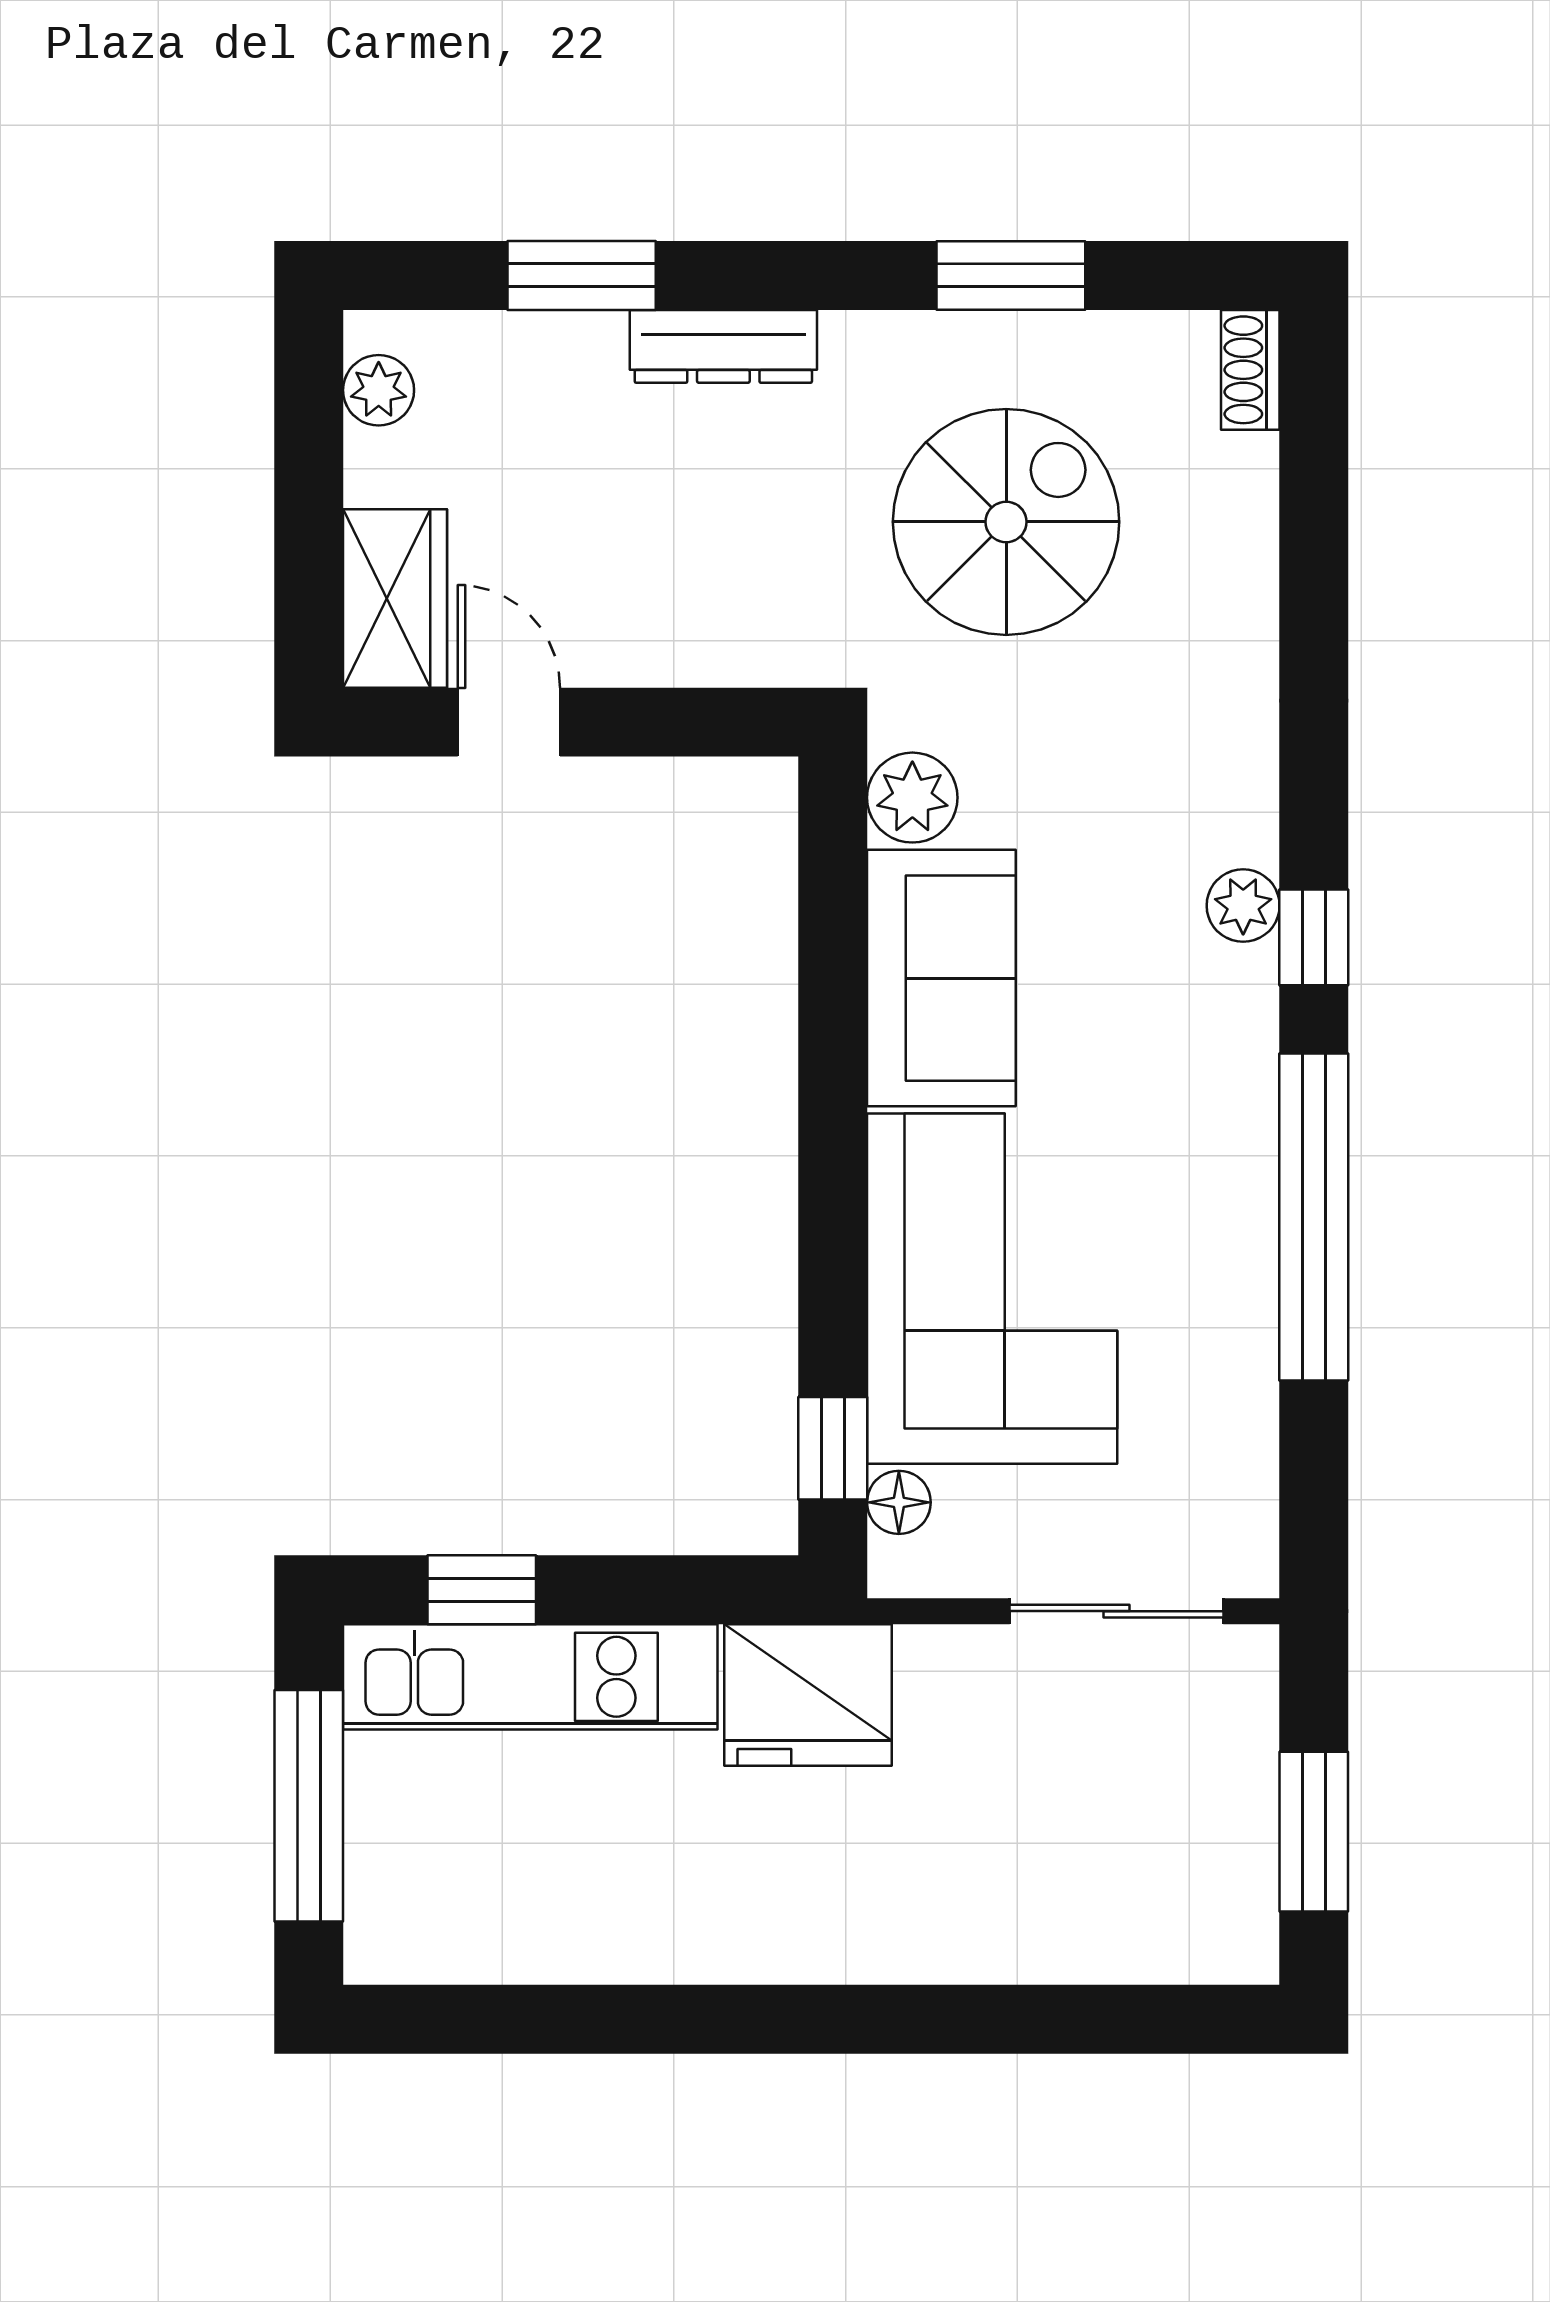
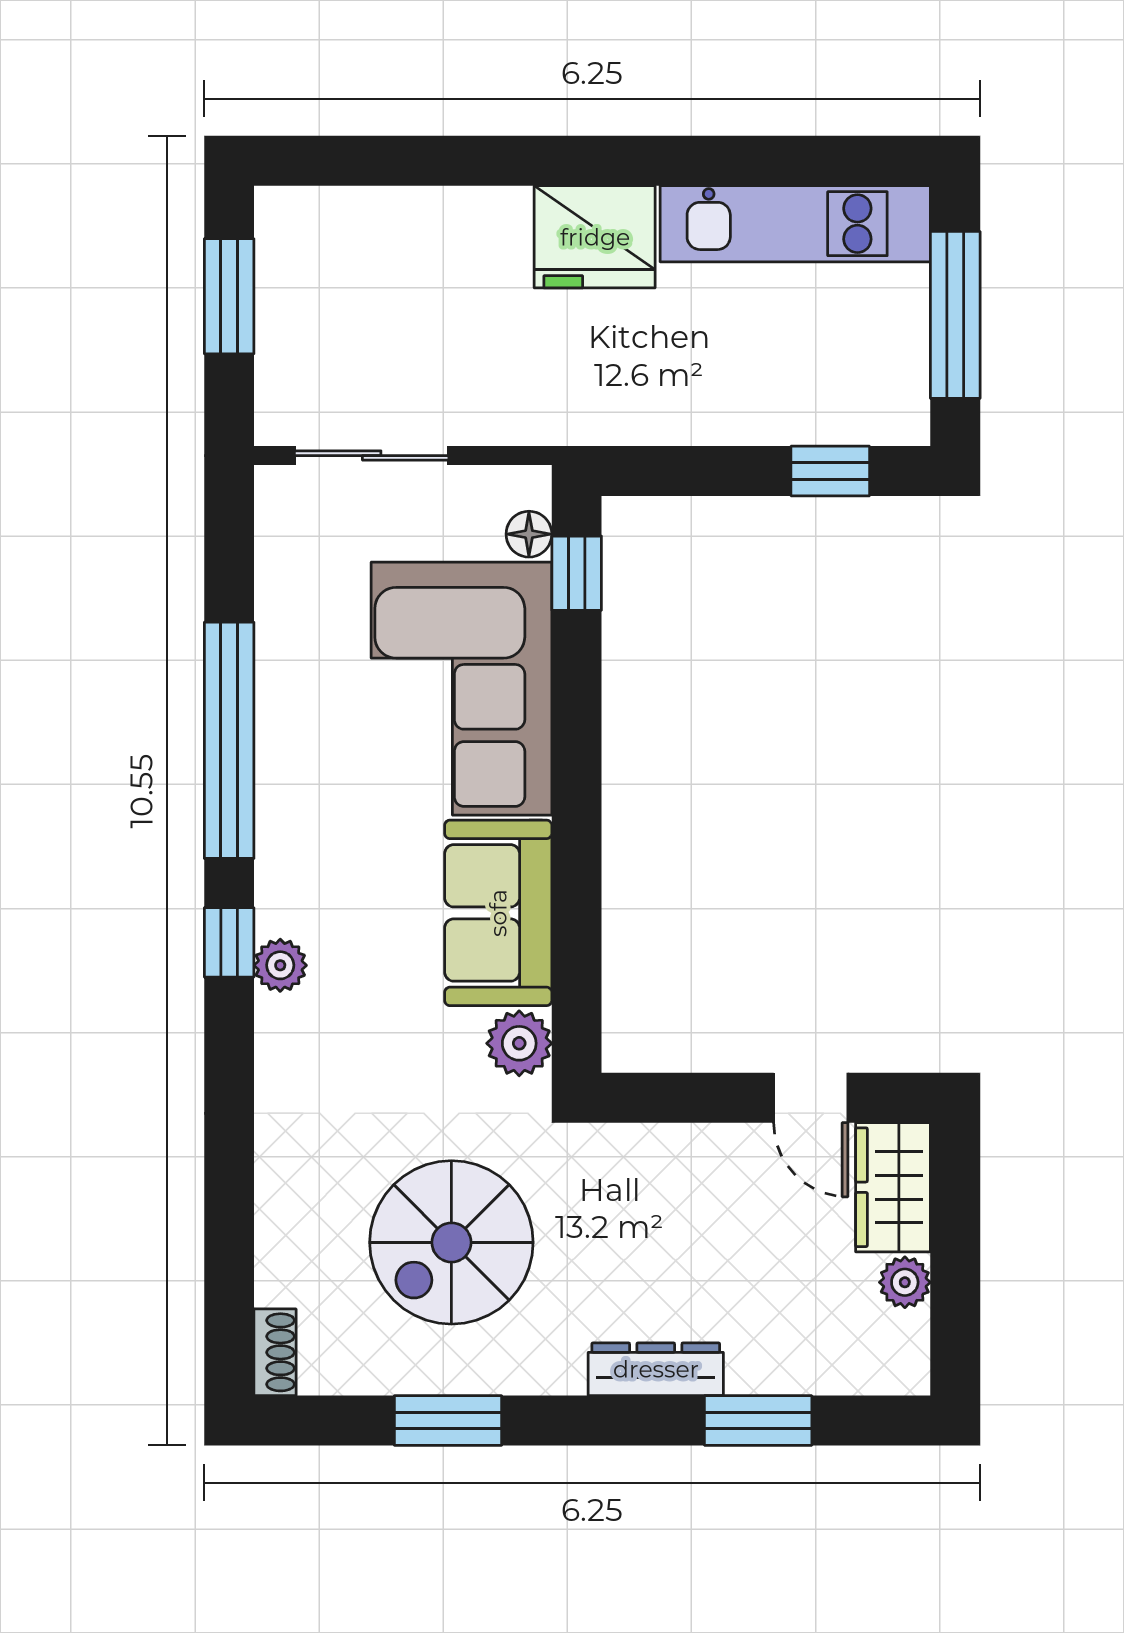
plant: (379, 390) -> (905, 1282), moved
kitchen unit: (530, 1677) -> (795, 224), moved, turned 180
fridge: (808, 1695) -> (595, 237), moved, turned 180

